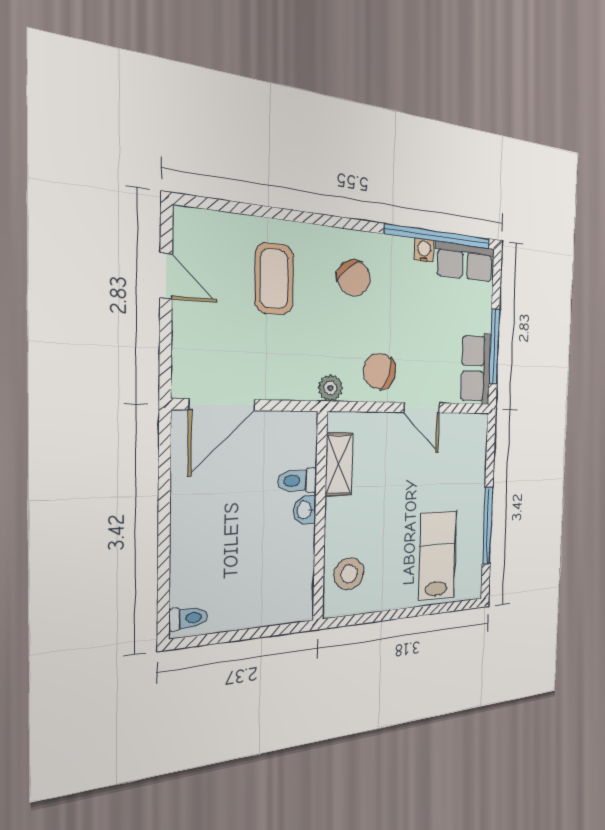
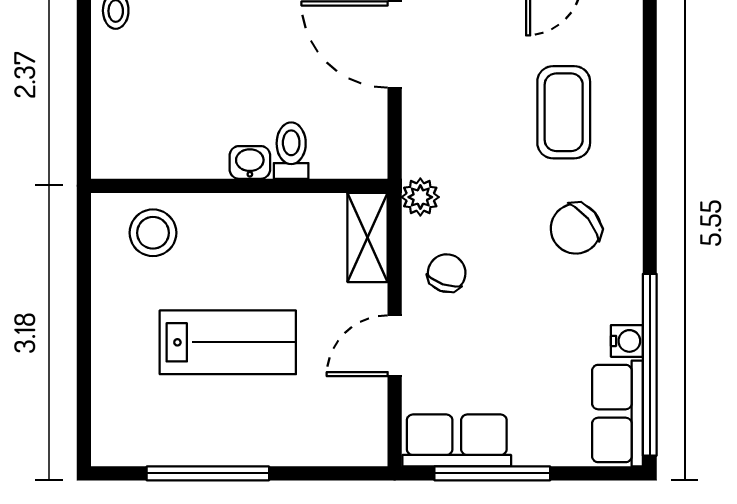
coffee table: (274, 279) -> (564, 112), turned 90
chair: (379, 371) -> (447, 273), width x0.73, depth x0.73
shelving: (339, 464) -> (368, 237), moved, turned 90
lab bench: (437, 556) -> (228, 342), moved

